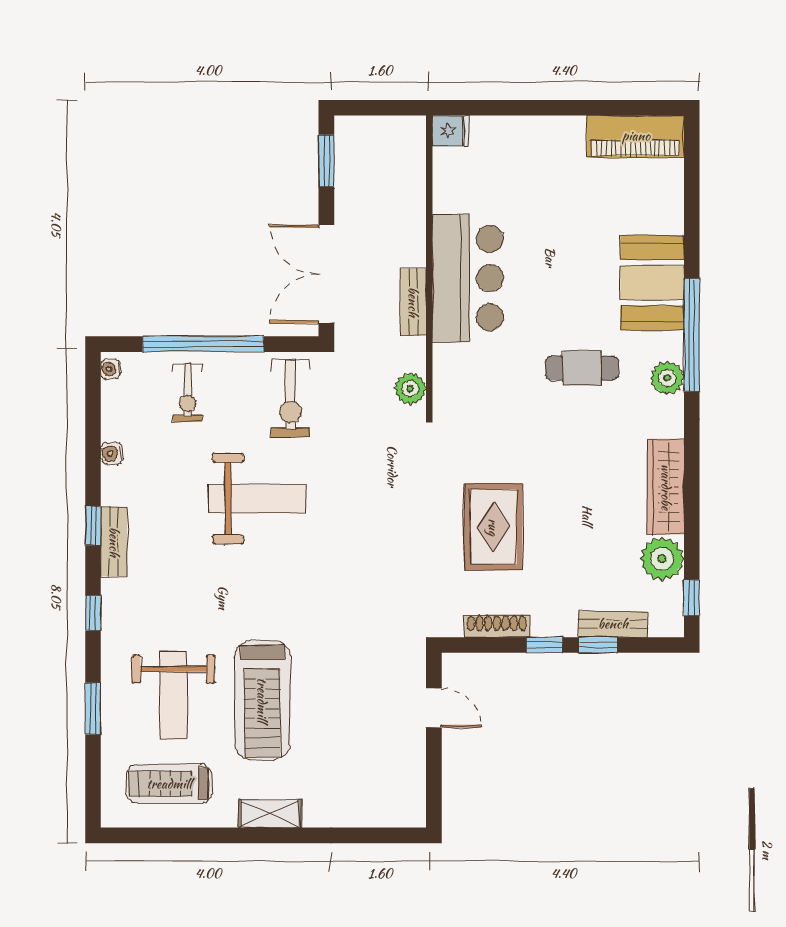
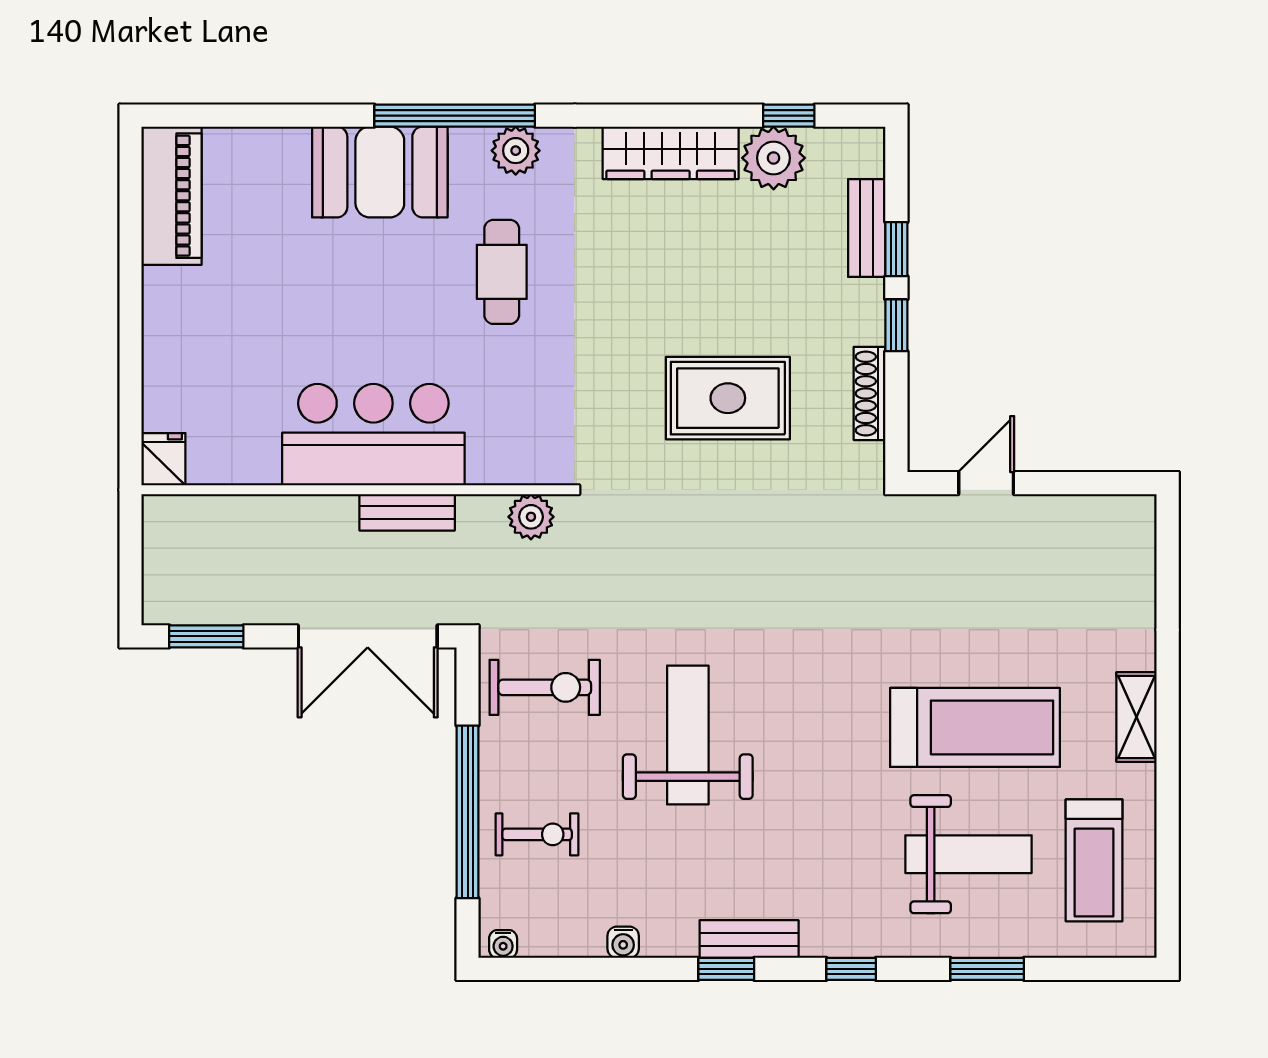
window: (692, 598) -> (789, 116), moved

